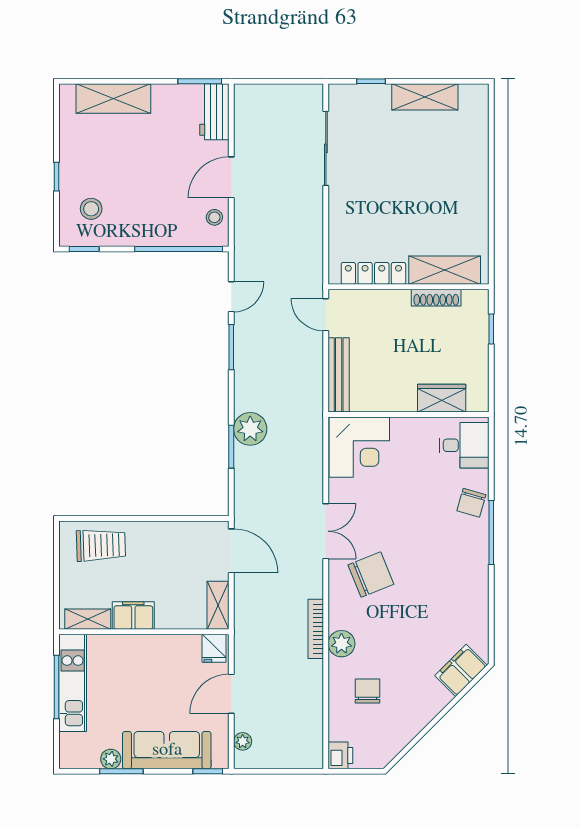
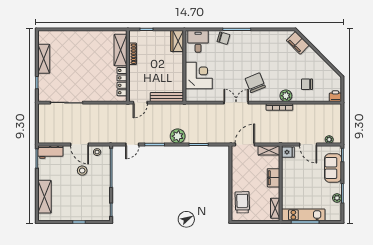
stool: (91, 209) -> (82, 171), moved
door: (231, 297) -> (132, 145), swing flipped
wardrobe: (442, 398) -> (177, 41), moved
plant: (250, 429) -> (178, 136), moved
corner desk: (359, 447) -> (199, 75), moved
filing cabinet: (133, 616) -> (273, 178), moved
sofa: (167, 750) -> (333, 168), width x0.73

